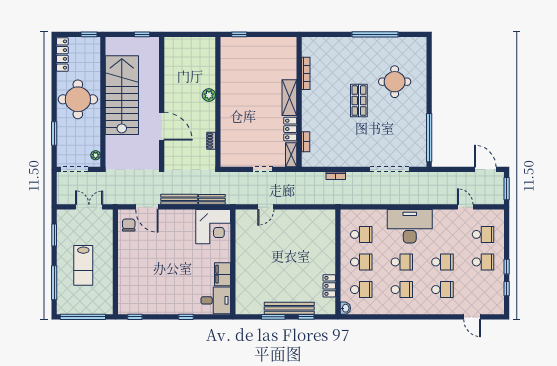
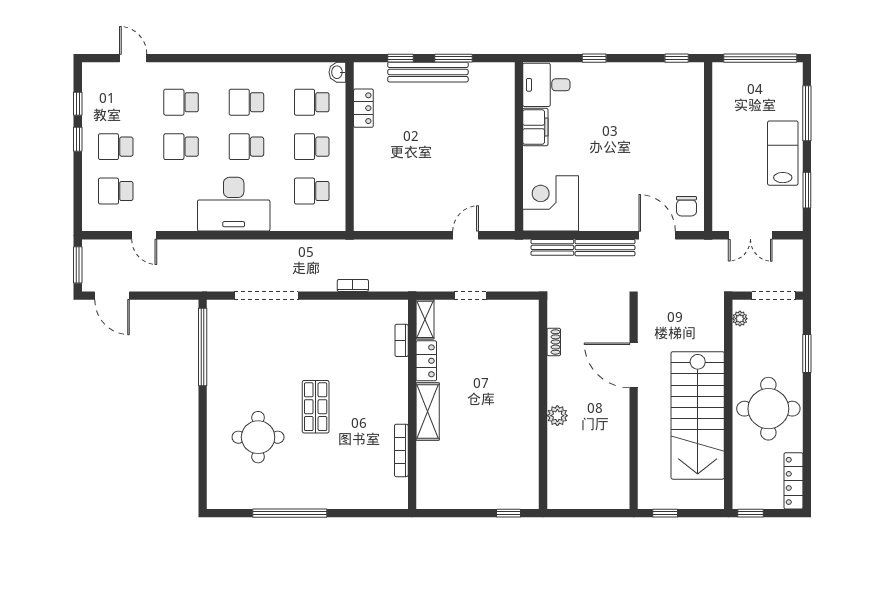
lab bench: (83, 265) -> (783, 153), moved

